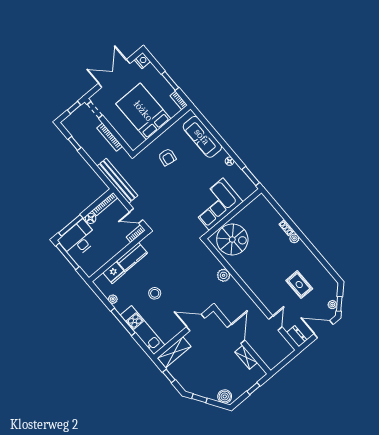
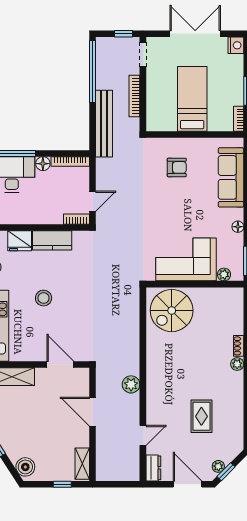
bed: (143, 111) -> (192, 99), width x0.67
window: (75, 143) -> (92, 72), width x3.17
armchair: (167, 157) -> (177, 167), turned -99
bench: (117, 181) -> (104, 124), moved
plant: (244, 195) -> (224, 274), added
door: (136, 216) -> (92, 201), swing flipped
spiral stairs: (232, 239) -> (172, 311), turned 90
plant: (224, 275) -> (131, 384), moved
door: (236, 334) -> (92, 412), swing flipped
shelving: (246, 357) -> (82, 464), moved

